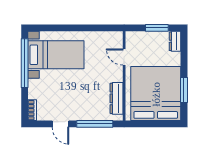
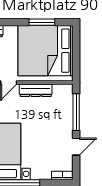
dresser: (116, 98) -> (36, 90), moved

